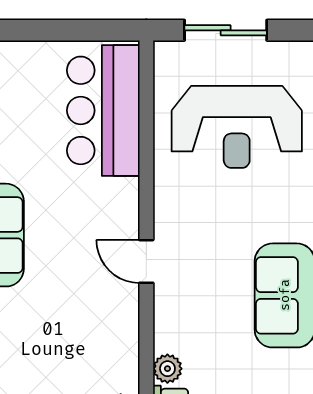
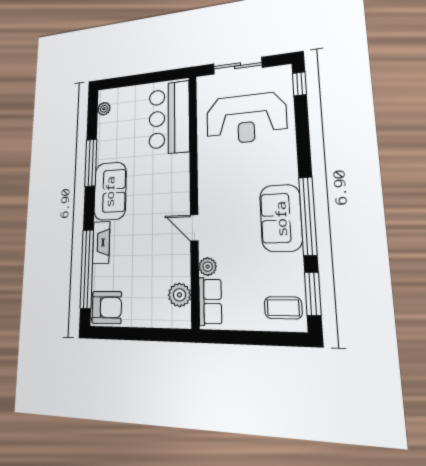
door: (146, 261) -> (194, 228), moved

